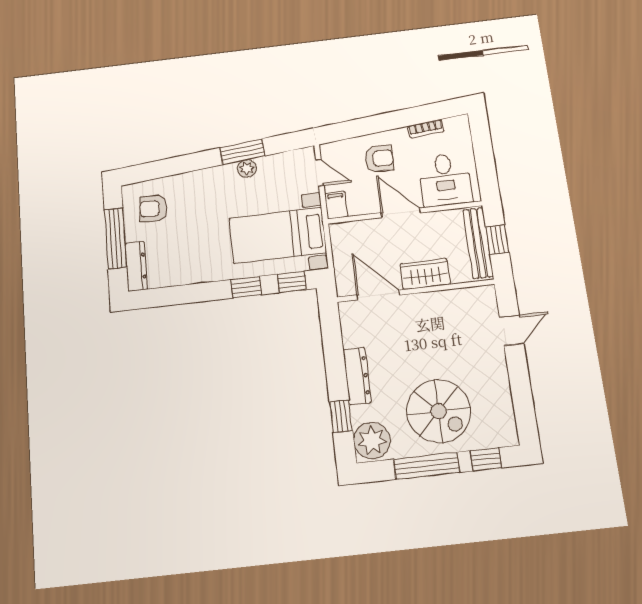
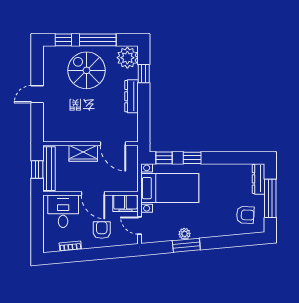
armchair: (379, 159) -> (102, 230), turned 90
filing cabinet: (336, 205) -> (125, 203), width x2.00
door: (512, 330) -> (37, 94), moved

